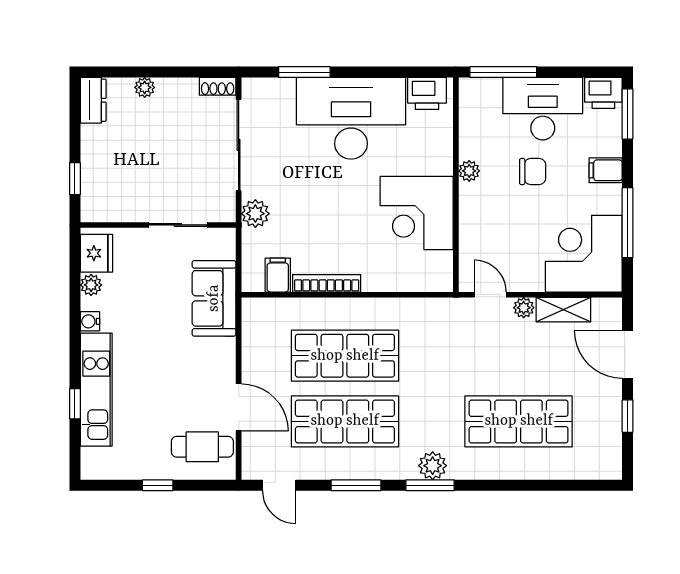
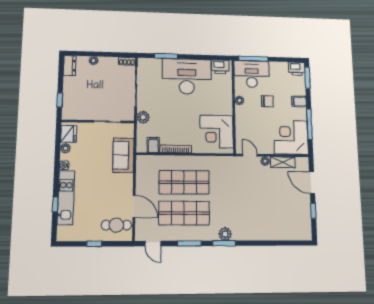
desk: (543, 109) -> (252, 74), moved
corner desk: (417, 213) -> (217, 132), moved
shop shelf: (519, 421) -> (264, 213), removed

